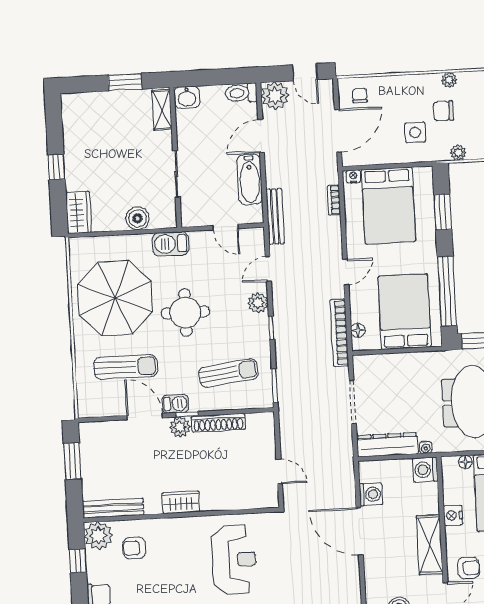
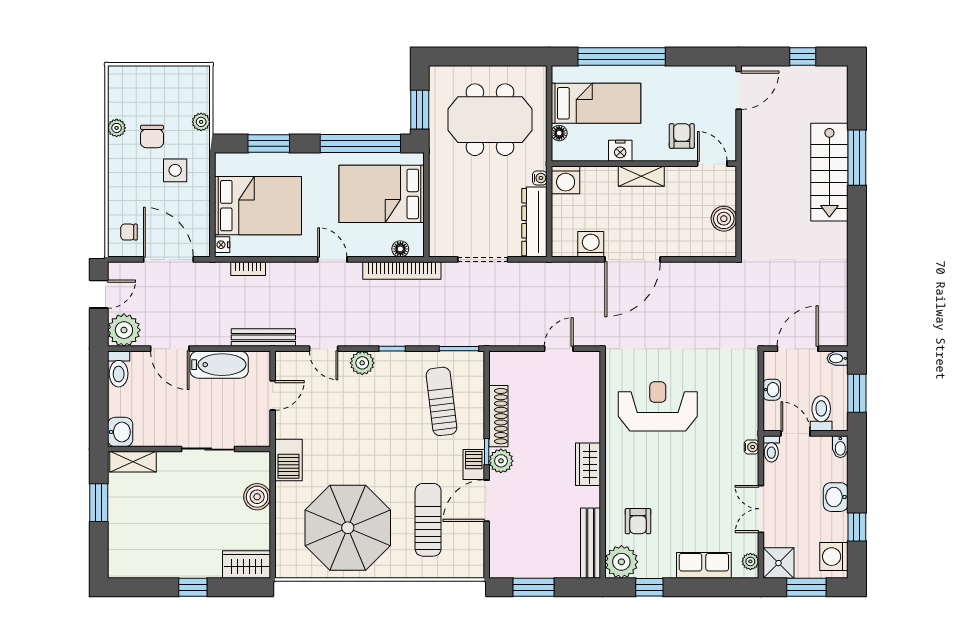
round table: (185, 313) -> (369, 447), removed
shelving: (430, 545) -> (641, 176), width x0.67, depth x0.75

